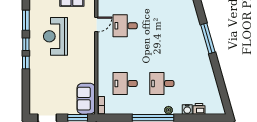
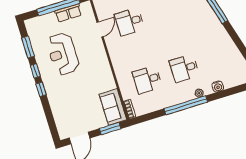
printer: (199, 109) -> (229, 82), removed

